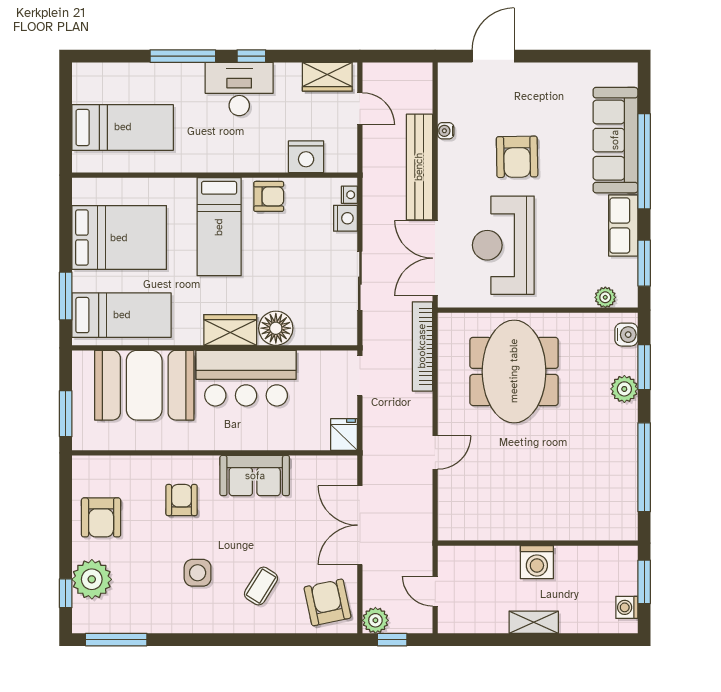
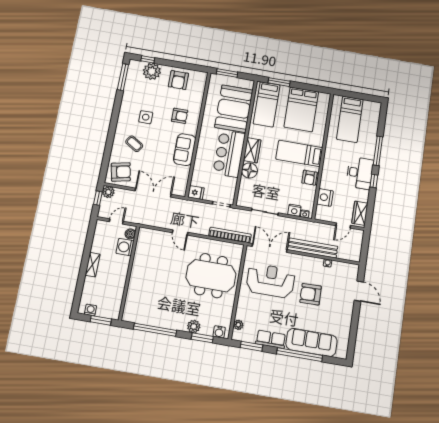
armchair: (101, 517) -> (178, 80), turned -90
boiler: (456, 556) -> (130, 234), added
washing machine: (537, 562) -> (125, 247), moved

